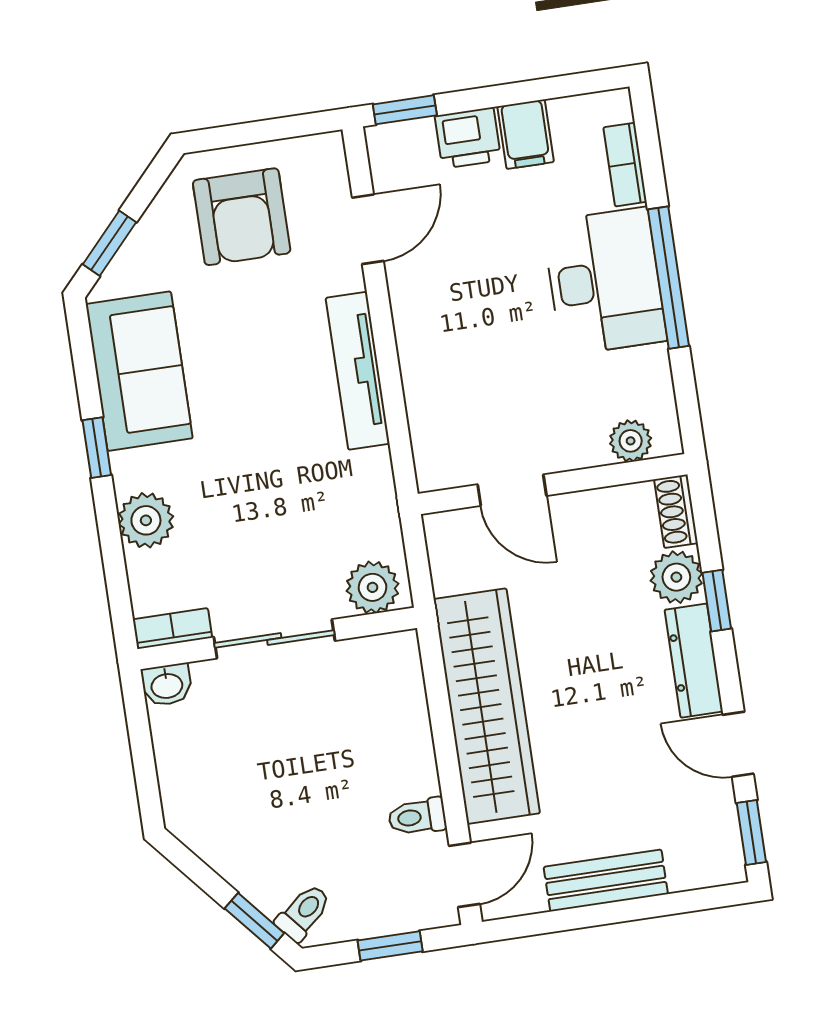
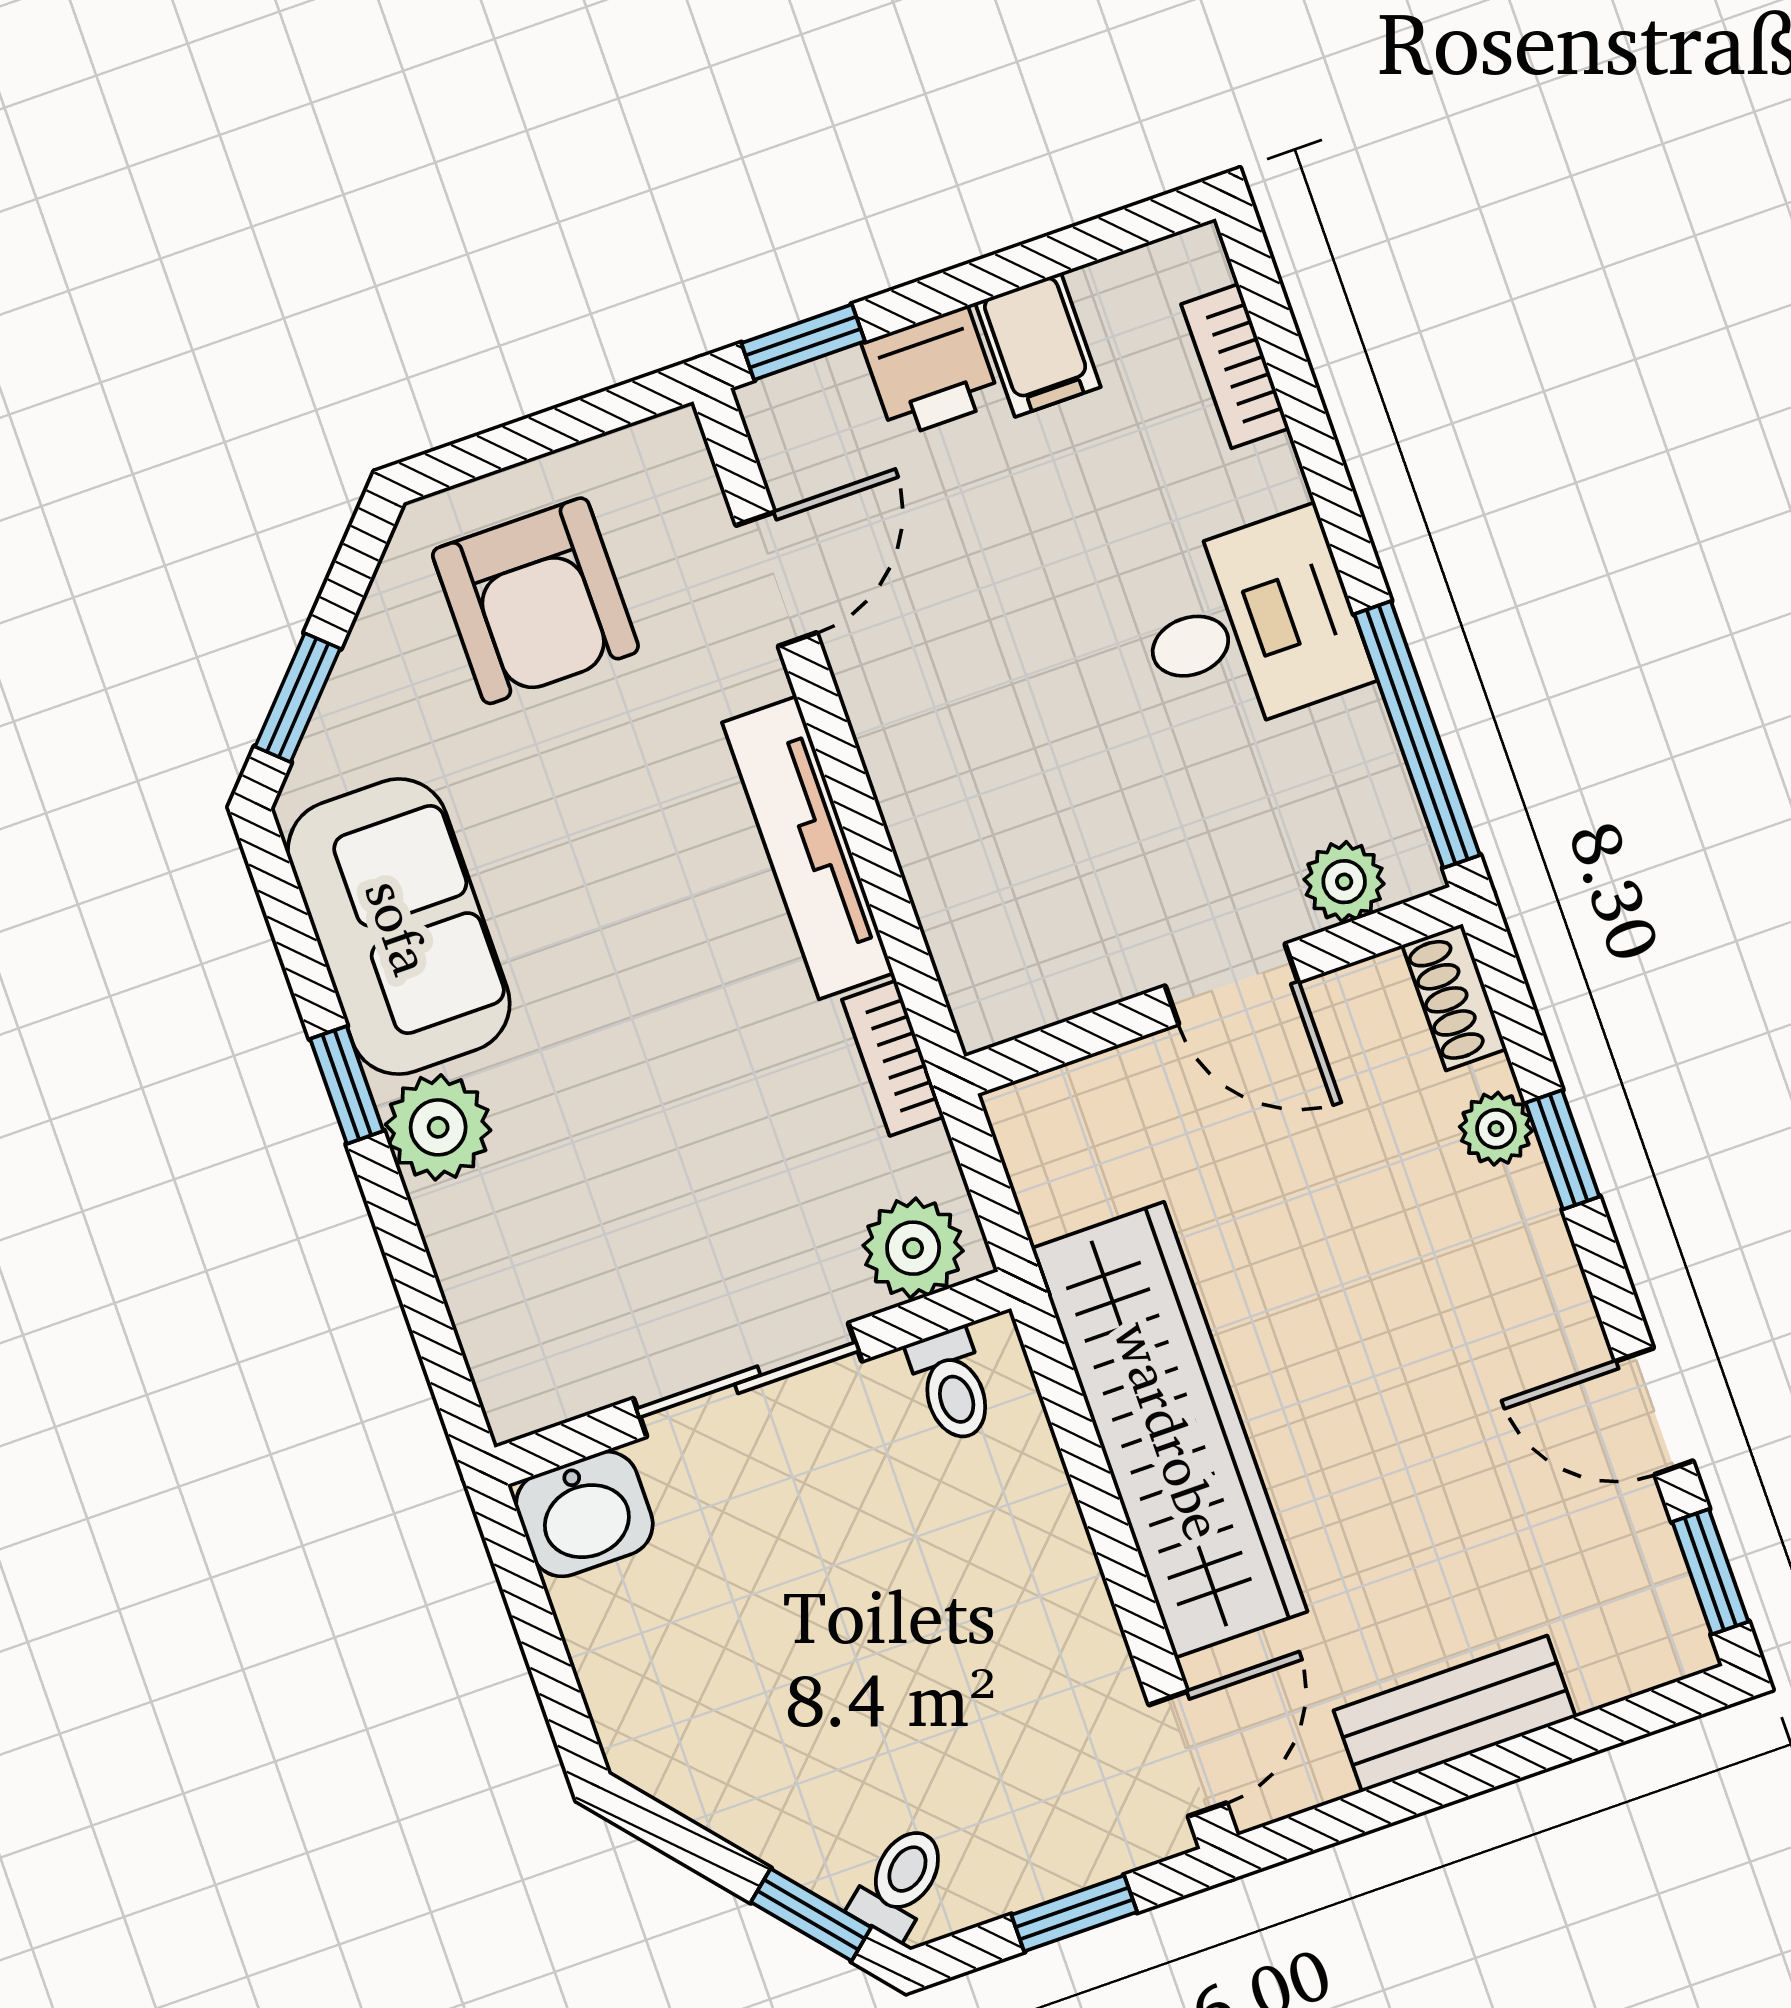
window: (668, 278) -> (1417, 735), moved
desk: (605, 281) -> (1250, 625), width x0.73
door: (512, 490) -> (1232, 984), moved
plant: (146, 520) -> (438, 1127), moved
plant: (676, 577) -> (1496, 1129), width x0.73, depth x0.73
bookcase: (172, 629) -> (893, 1058), moved, turned -90
dresser: (694, 661) -> (1541, 1270), removed
washbasin: (167, 685) -> (584, 1514), width x1.38, depth x1.45
toilet: (417, 817) -> (952, 1385), moved, turned -90

